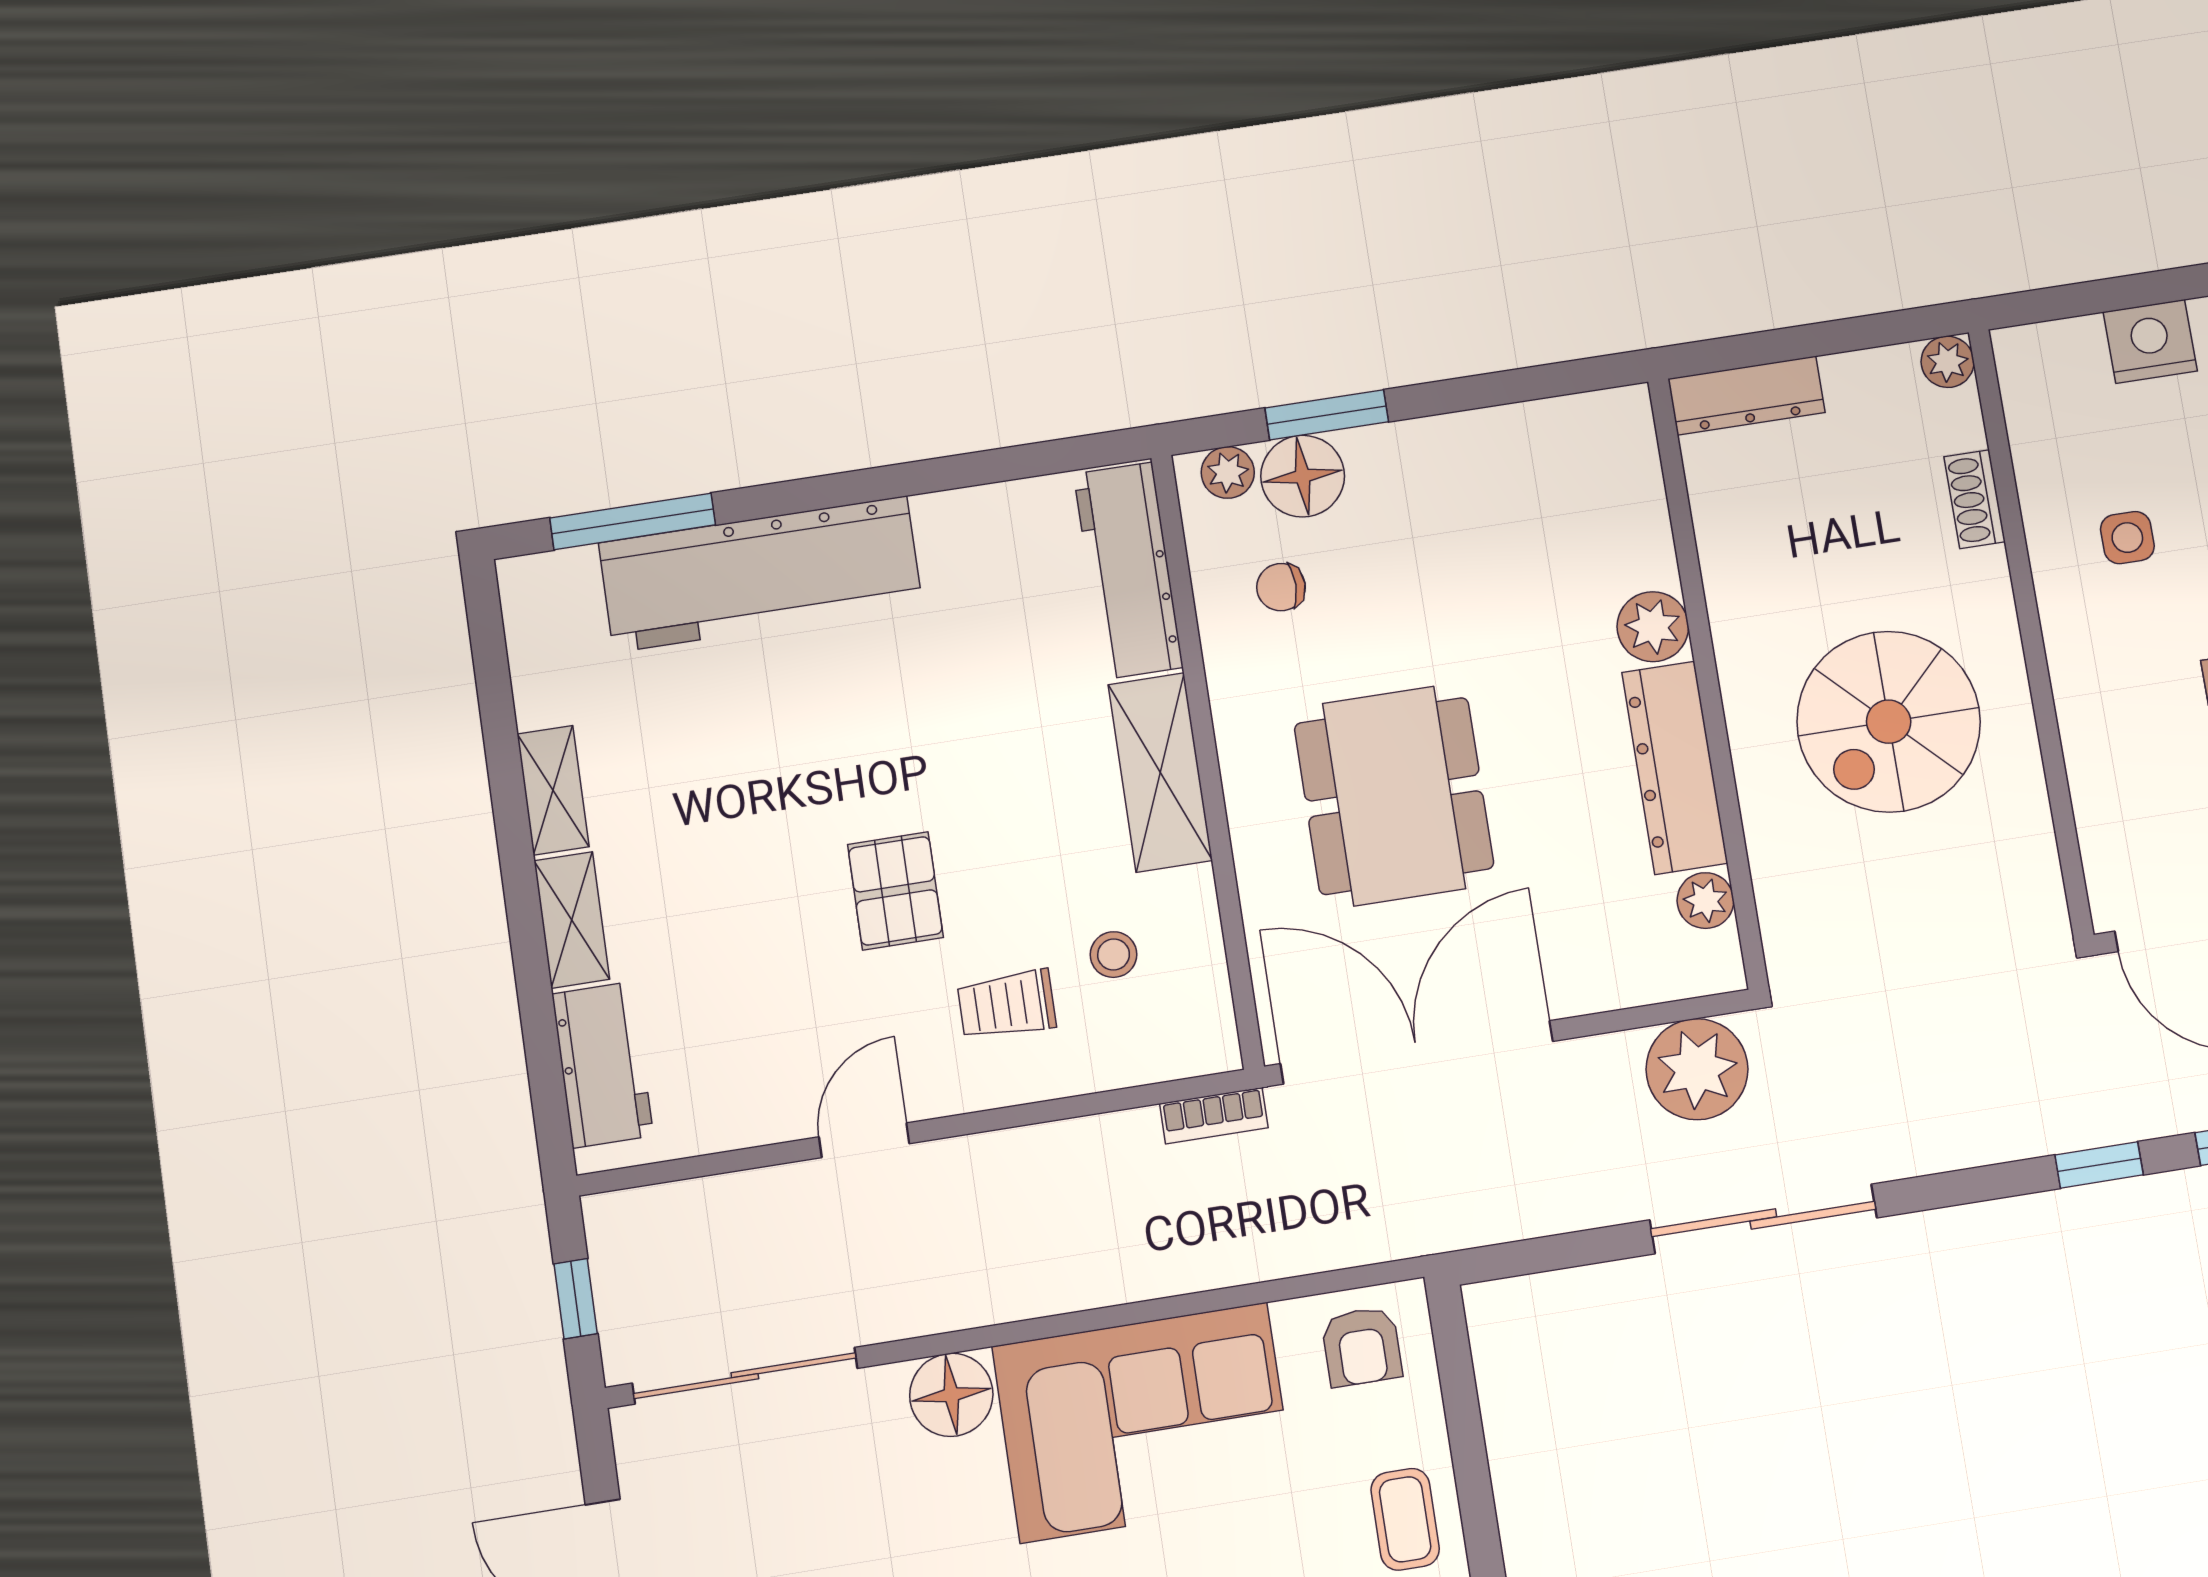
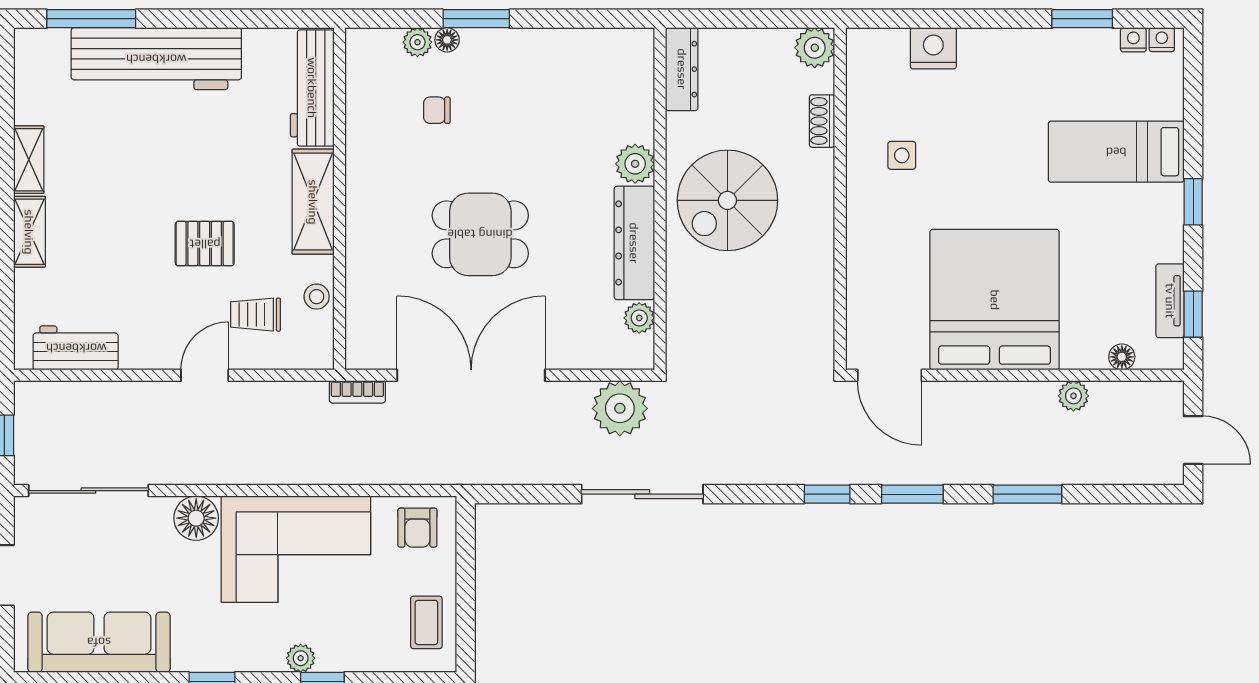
plant: (1948, 362) -> (815, 48), width x1.38, depth x1.38
dresser: (1746, 396) -> (682, 69), moved, turned -90
floor lamp: (1303, 476) -> (447, 40), width x0.53, depth x0.53
workbench: (1128, 571) -> (312, 88), moved
spiral stairs: (1889, 722) -> (727, 200), moved
wall: (1207, 760) -> (339, 199), moved
shelving: (1160, 772) -> (313, 202), moved
dining table: (1394, 796) -> (480, 234), width x0.73
pallet: (895, 891) -> (205, 244), turned 90
workbench: (603, 1065) -> (76, 348), moved, turned -90
door: (864, 1140) -> (205, 375), moved

